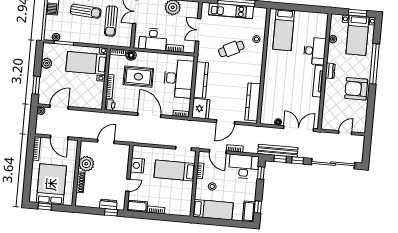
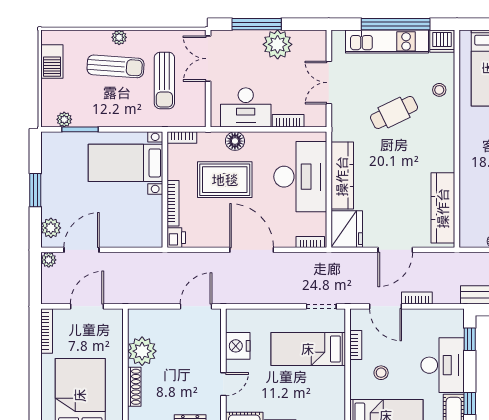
dishwasher: (260, 13) -> (442, 41), added
floor lamp: (131, 55) -> (235, 141), moved
plant: (46, 63) -> (51, 228), moved
window: (36, 85) -> (35, 190), moved
door: (59, 137) -> (87, 306), swing flipped
door: (106, 142) -> (196, 306), moved
desk: (244, 167) -> (443, 365), moved, turned 90

